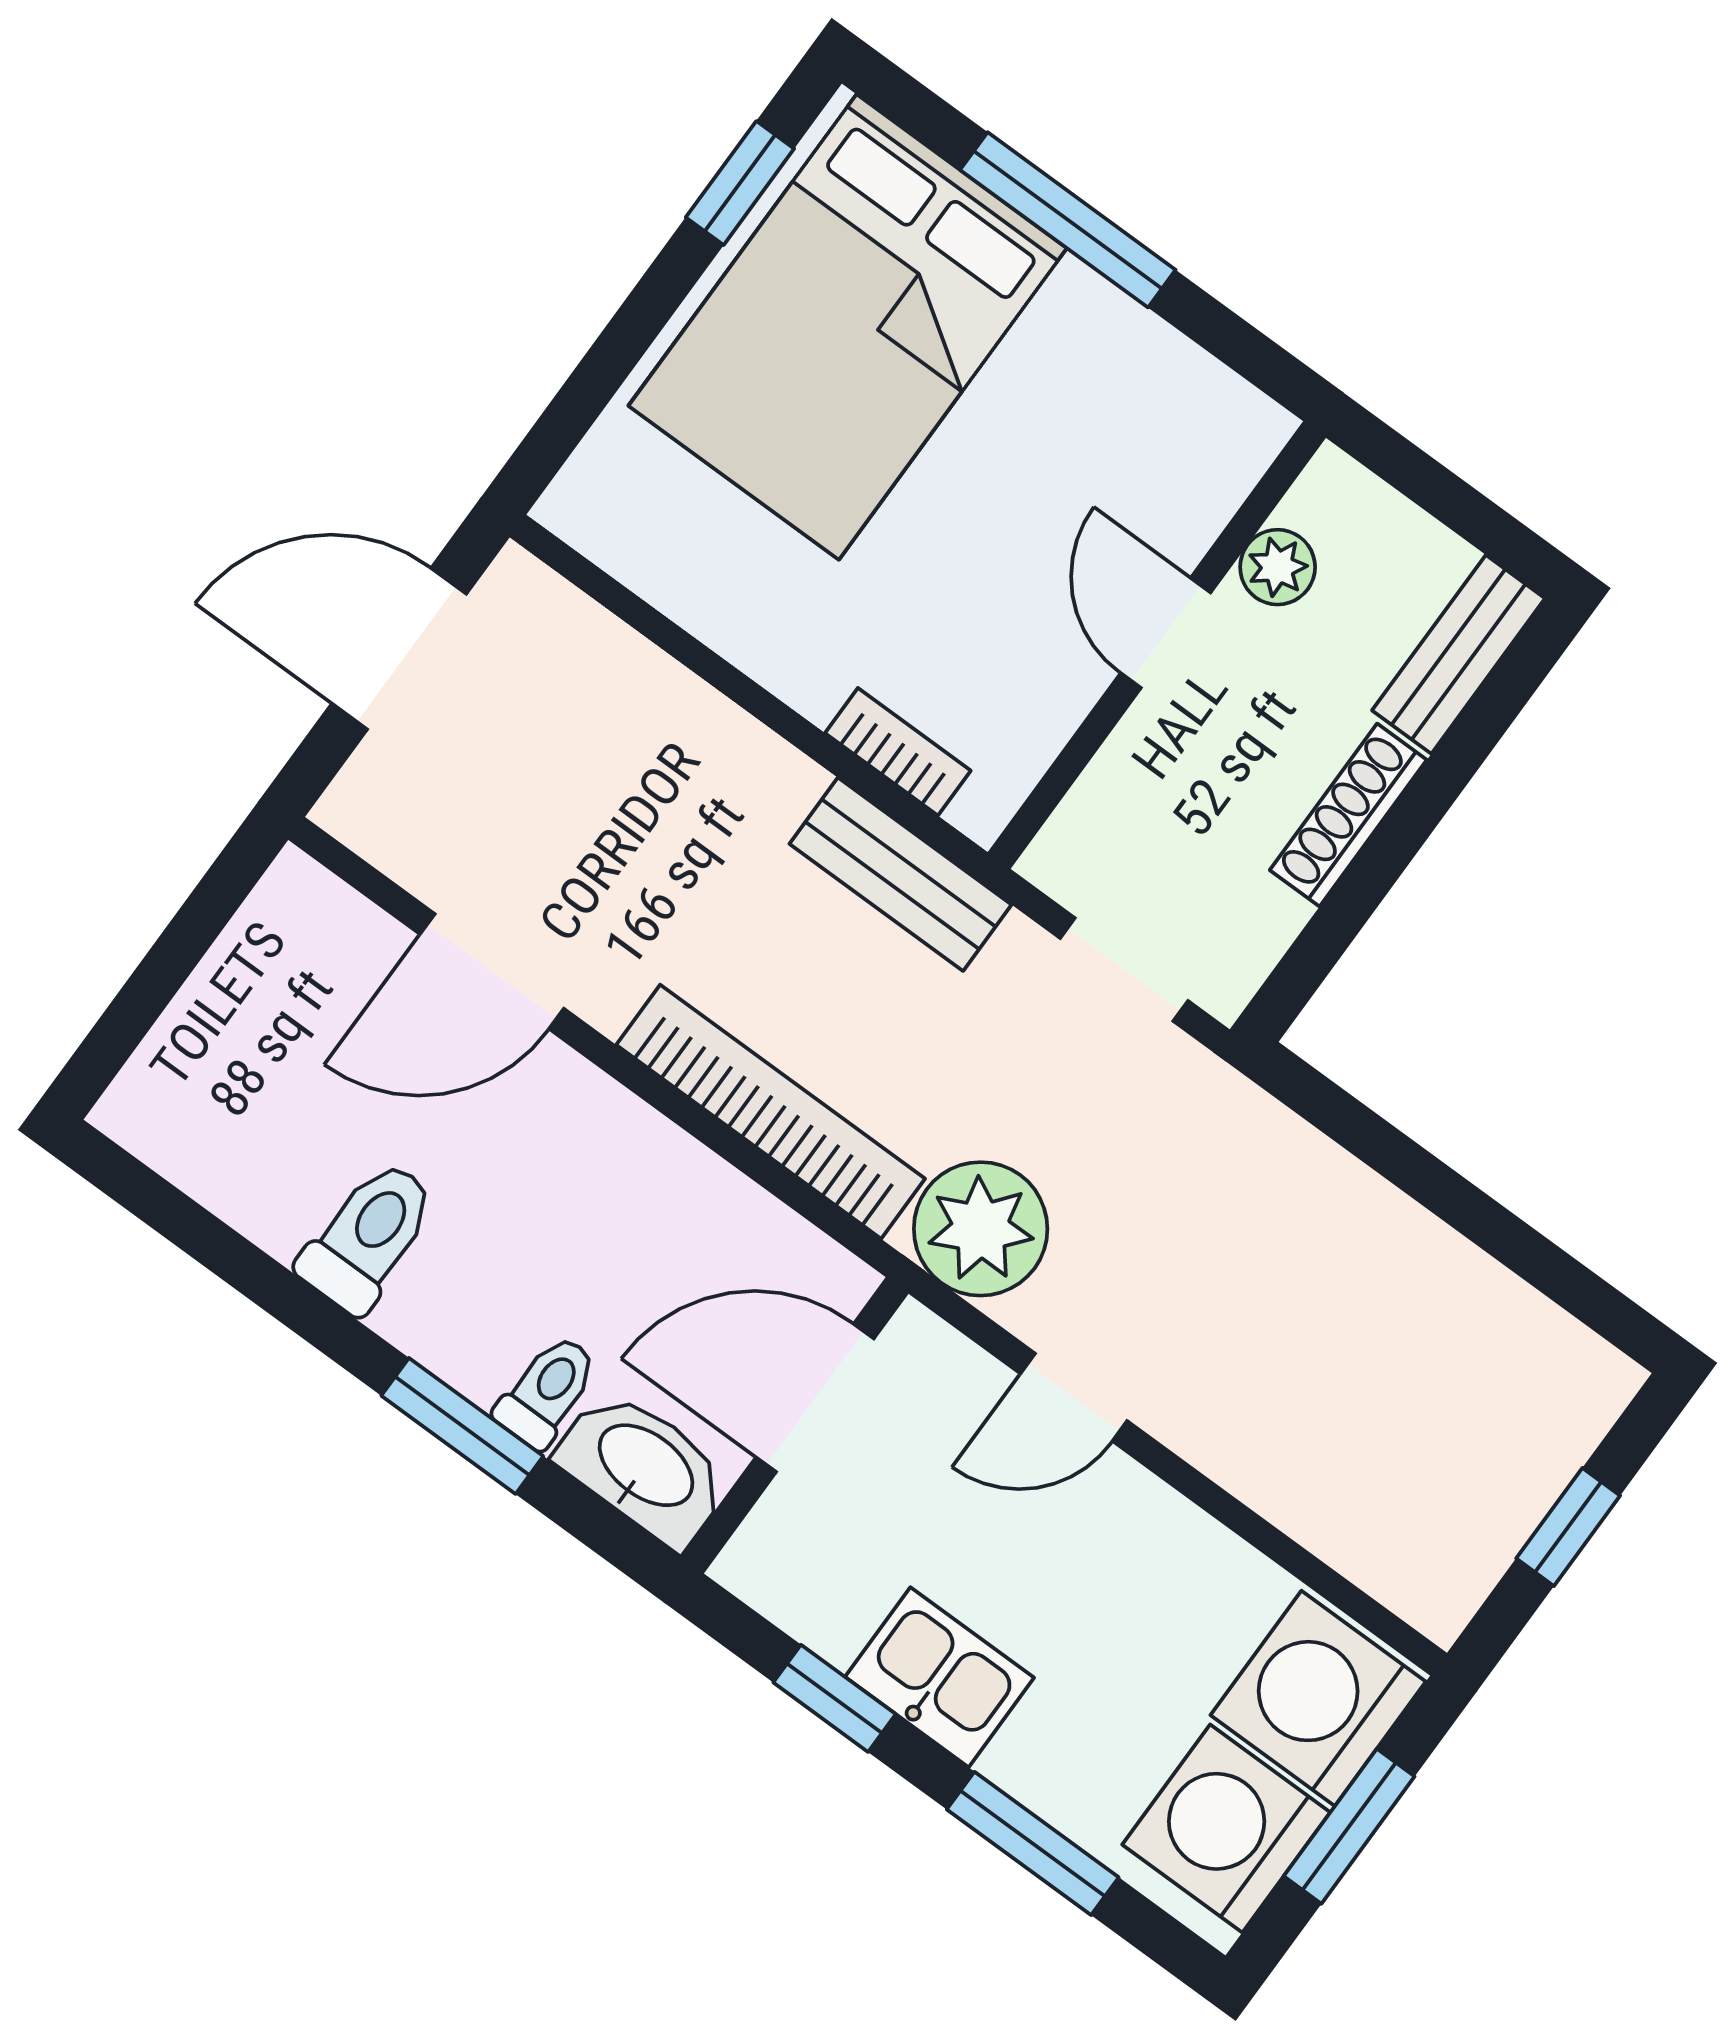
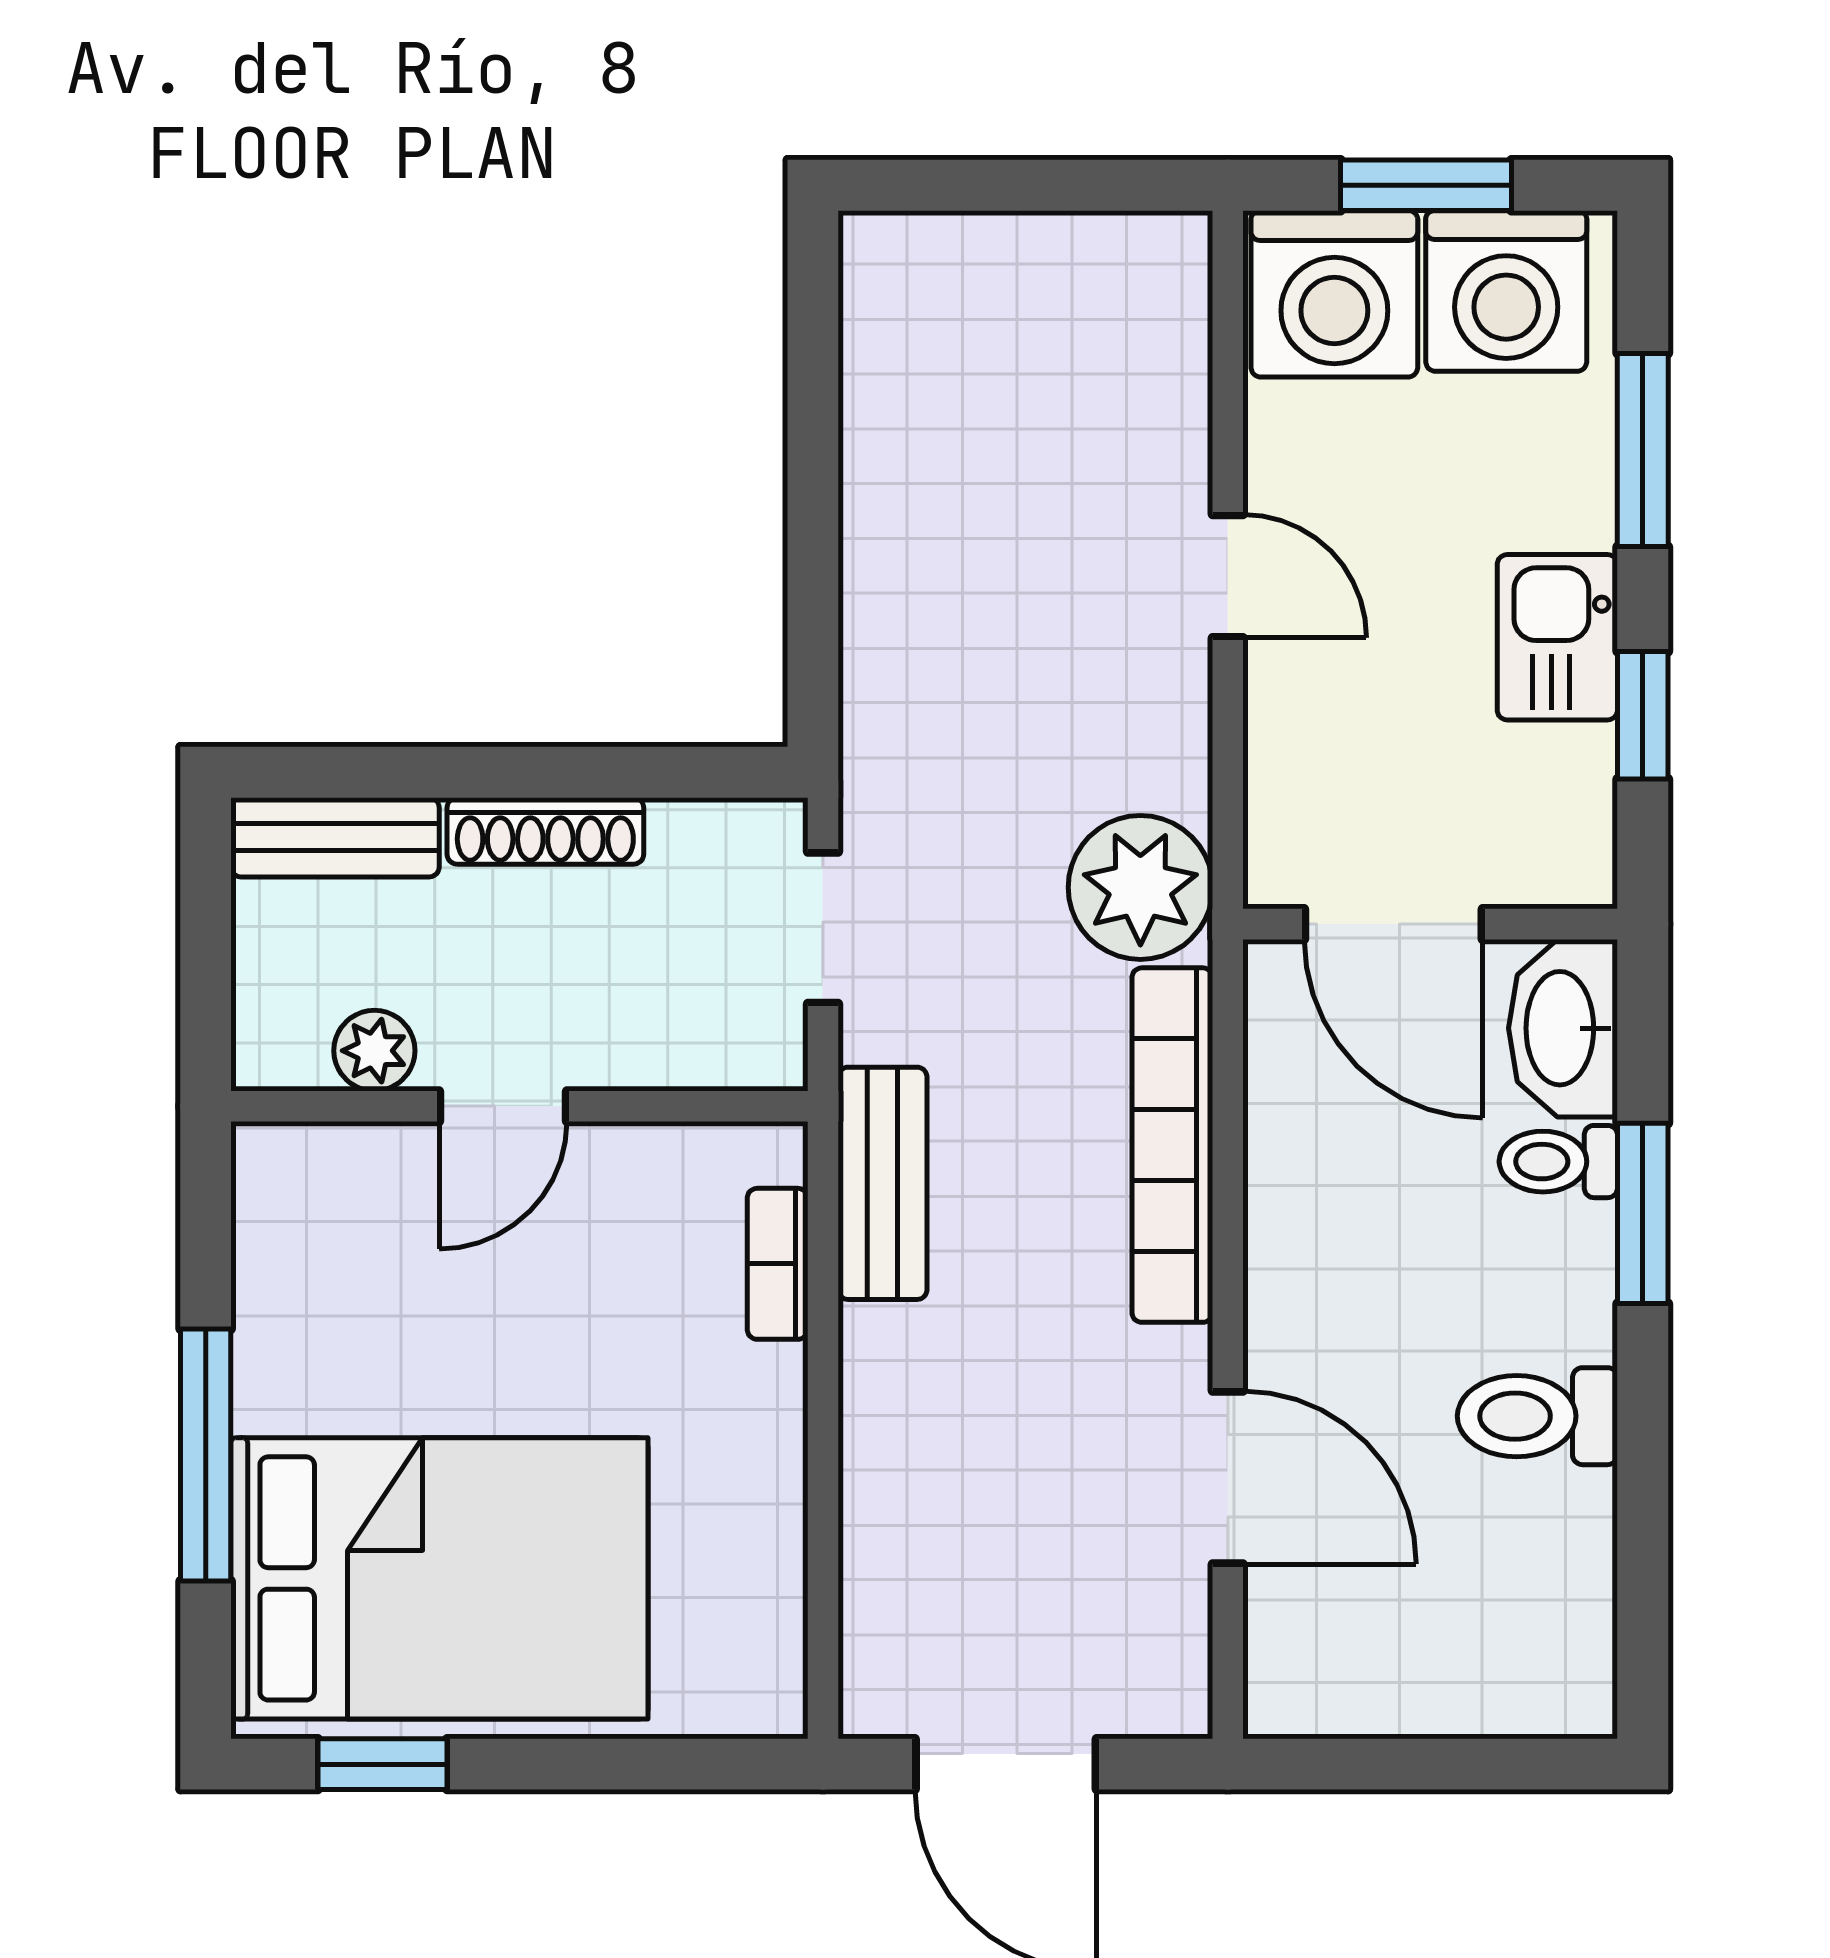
door: (1074, 1397) -> (1228, 576), moved
window: (1568, 1527) -> (1026, 185), removed

